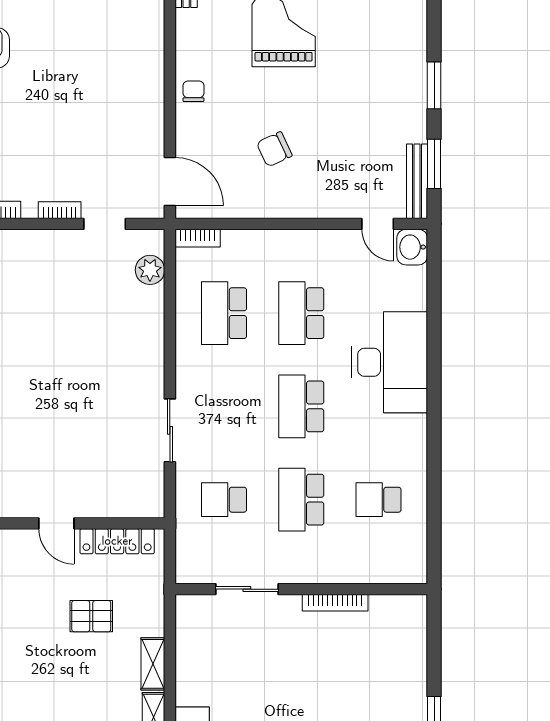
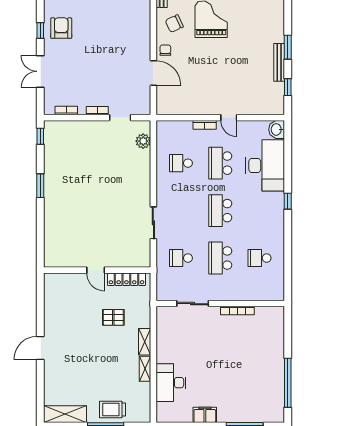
chair: (274, 149) -> (174, 24), moved
window: (434, 164) -> (288, 87), width x0.67
door: (170, 181) -> (153, 73), moved
bench: (417, 181) -> (279, 62), moved
door: (378, 224) -> (229, 118), moved
bookcase: (198, 238) -> (205, 125), moved
school desk: (224, 313) -> (181, 163), width x0.54
desk: (390, 362) -> (265, 165), moved
window: (434, 388) -> (288, 201), added

